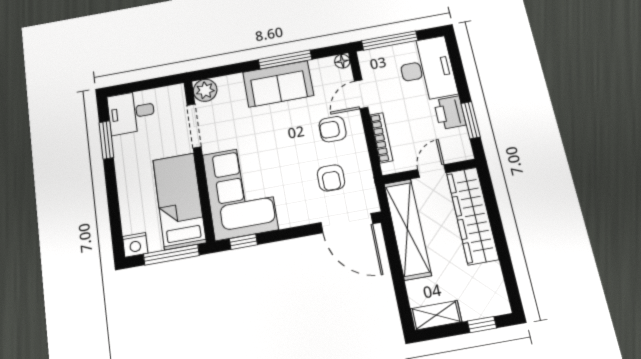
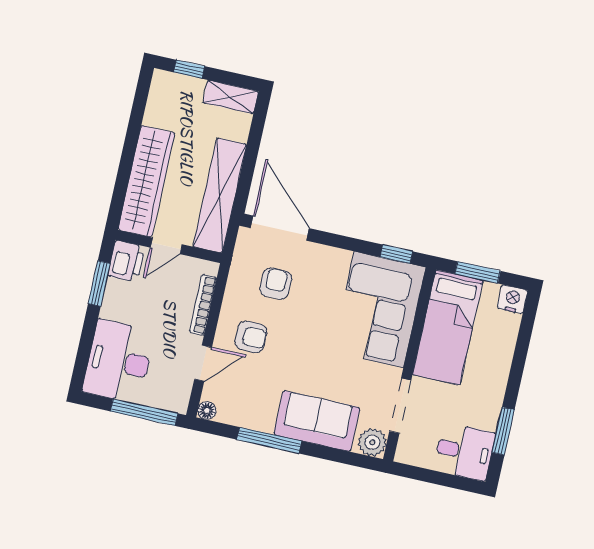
sofa: (278, 84) -> (317, 421), moved
printer: (450, 113) -> (126, 261), moved
window: (171, 255) -> (478, 272), width x0.69

